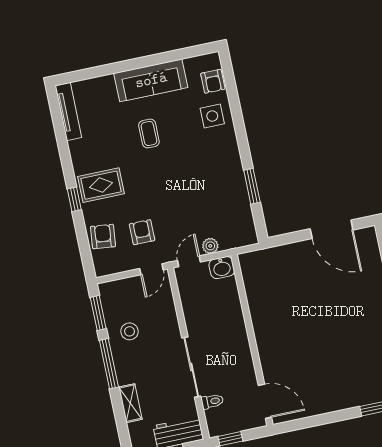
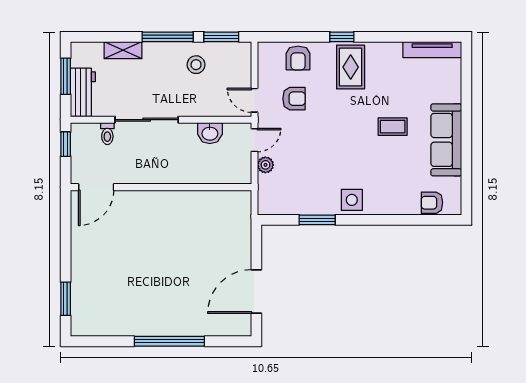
side table: (212, 116) -> (352, 200), moved
armchair: (103, 236) -> (298, 58), turned 84
door: (189, 261) -> (254, 140), hinge flipped
washbasin: (222, 268) -> (210, 133), moved, turned -90

